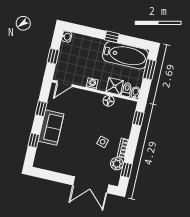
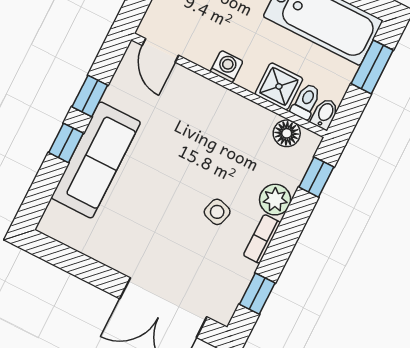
door: (64, 84) -> (160, 50), hinge flipped
floor lamp: (109, 101) -> (287, 133), moved
sofa: (51, 128) -> (96, 160), width x1.36
window: (34, 140) -> (66, 143), moved
plant: (117, 164) -> (275, 200), moved

